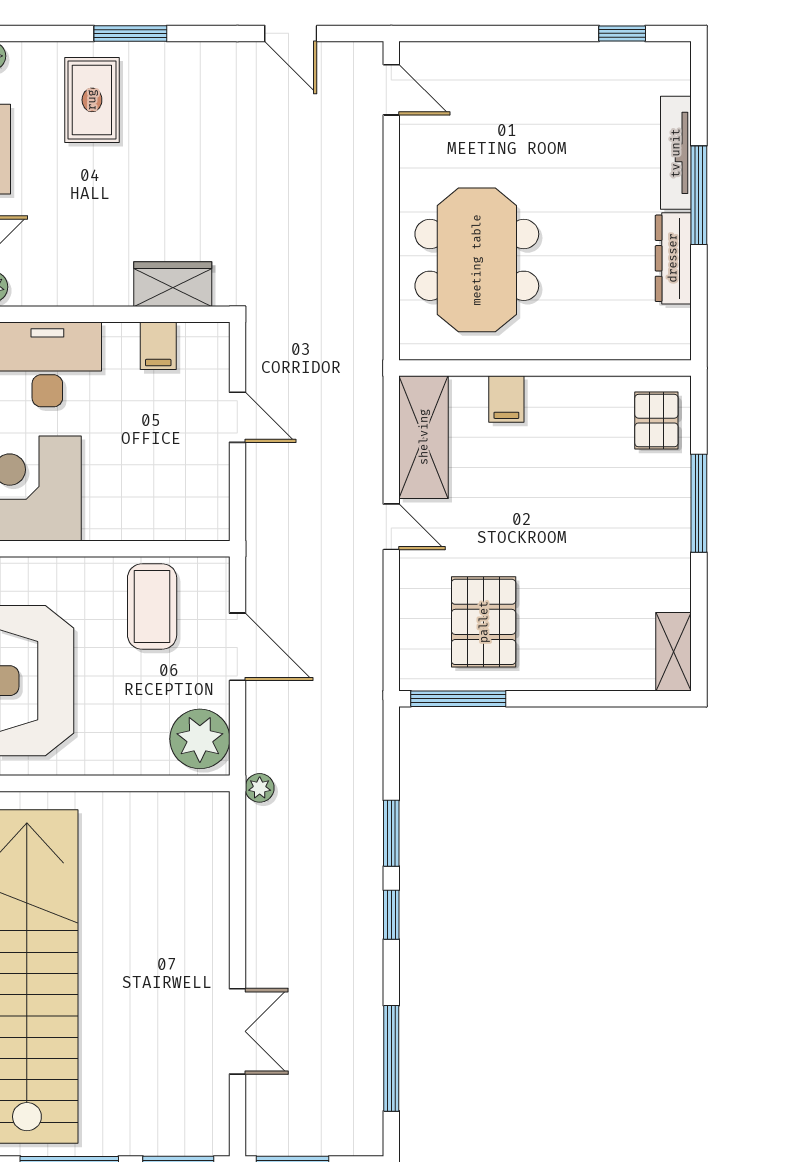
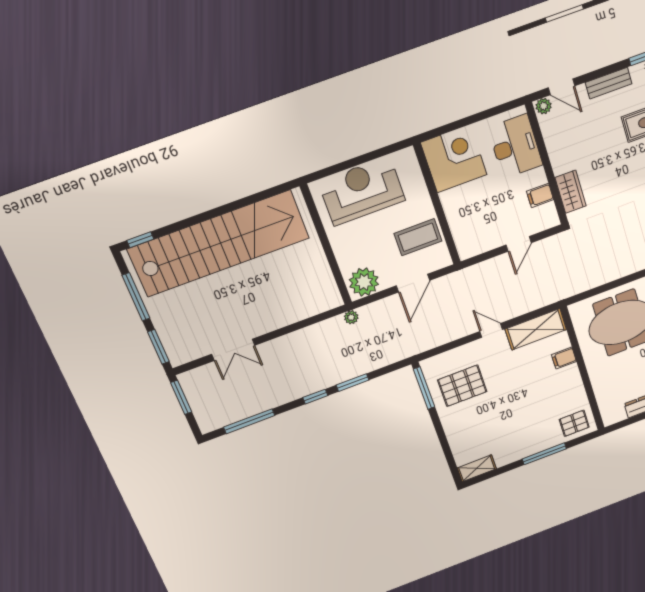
door: (391, 527) -> (491, 330), swing flipped

